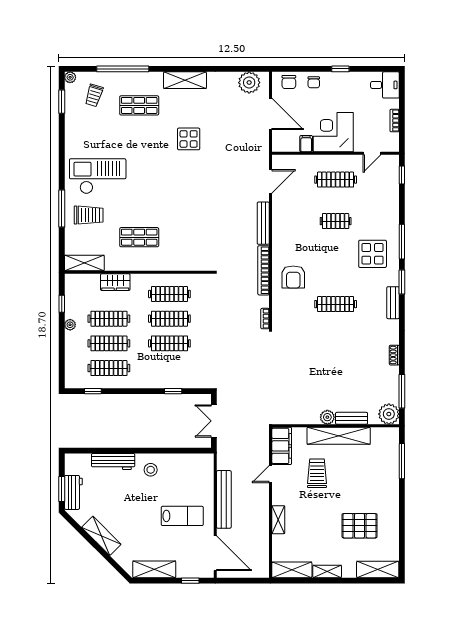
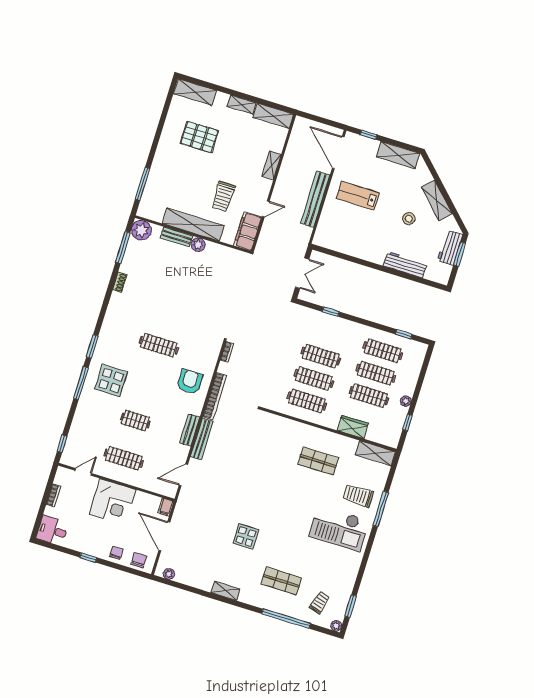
shelving: (185, 80) -> (226, 591), width x0.67, depth x0.75
plant: (249, 83) -> (169, 574), width x0.53, depth x0.53
filing cabinet: (306, 144) -> (166, 507), moved
bench: (393, 303) -> (190, 430), moved
stool: (151, 470) -> (409, 219), moved

